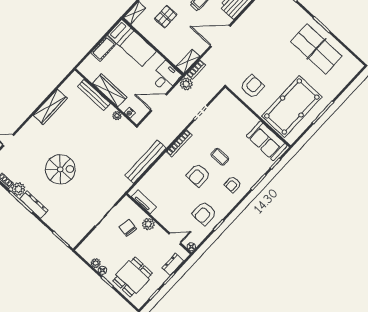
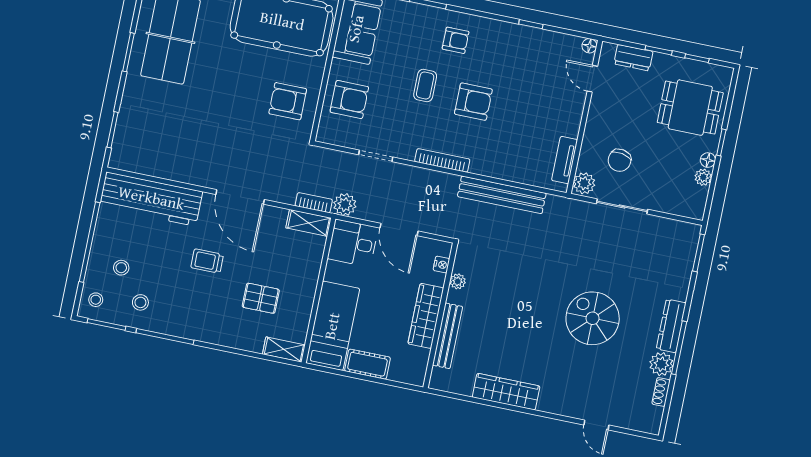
armchair: (204, 213) -> (349, 99), moved
plant: (148, 224) -> (584, 183), moved

